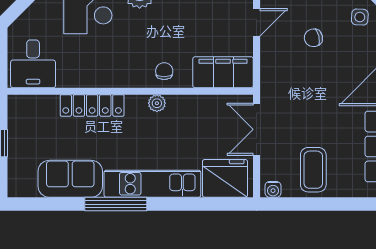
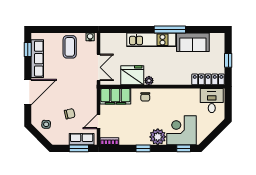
locker: (92, 105) -> (208, 79), moved
fridge: (225, 178) -> (132, 75), moved, turned 180

